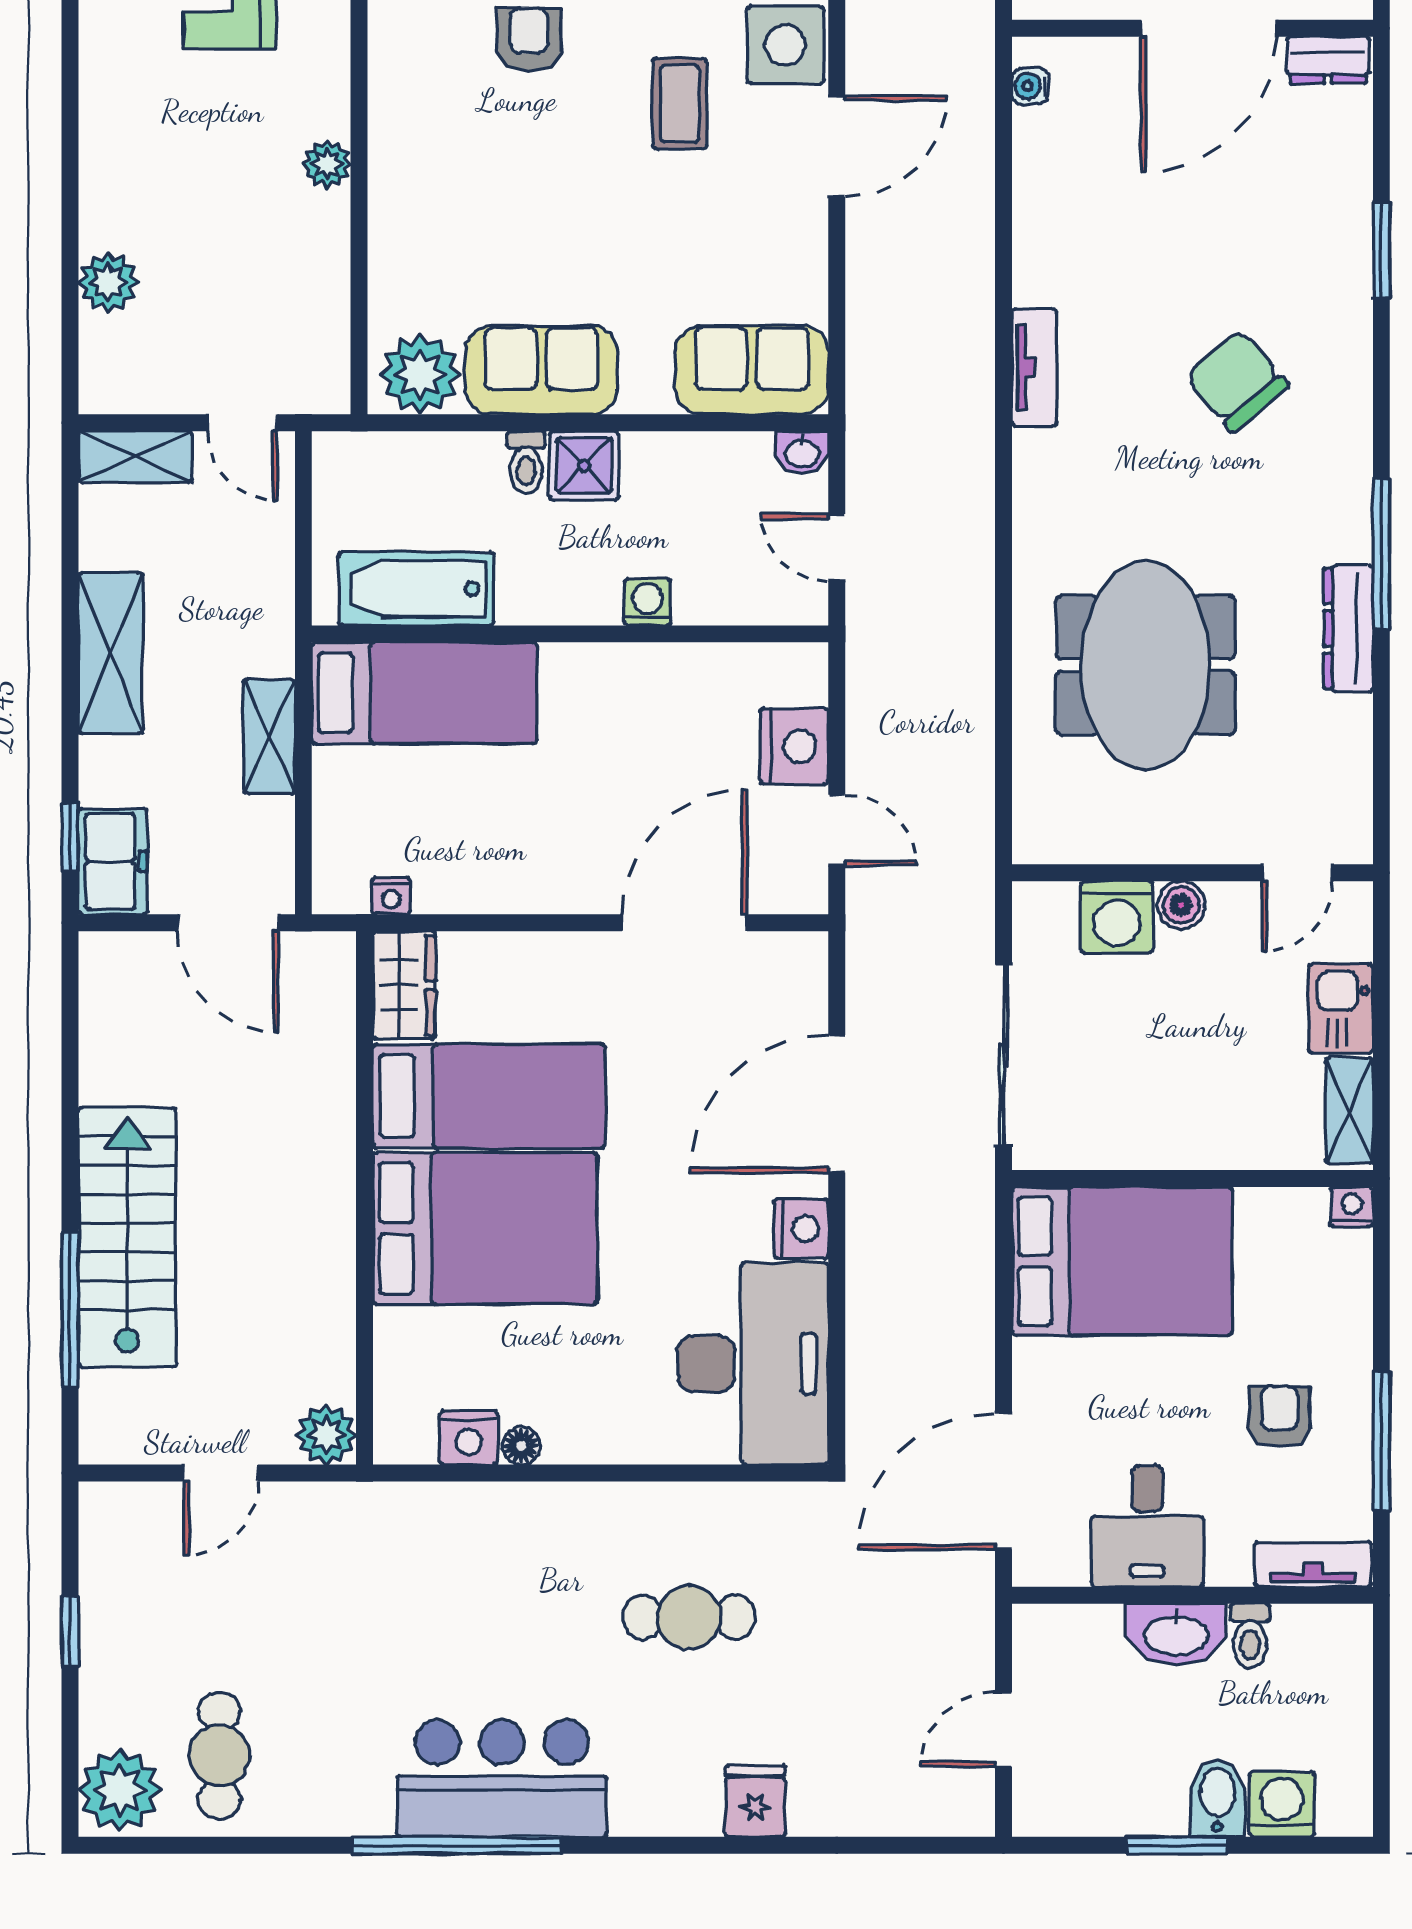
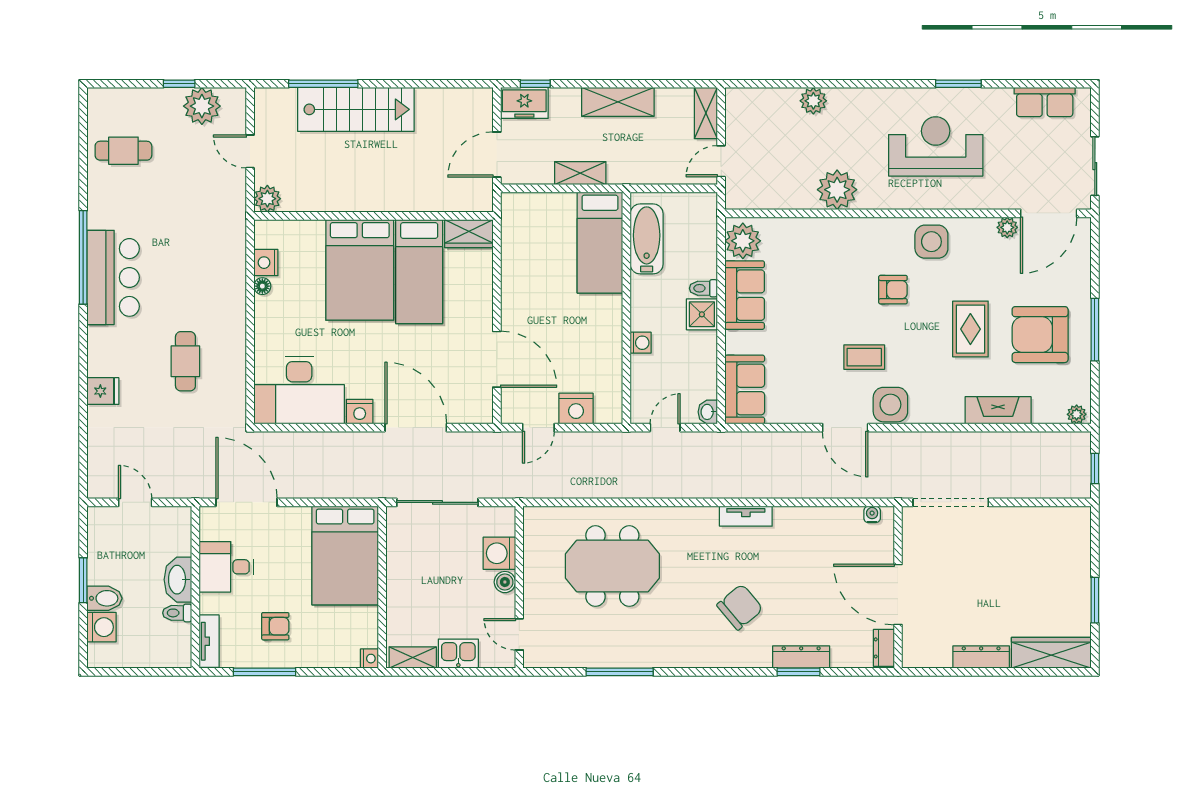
plant: (327, 164) -> (837, 190), width x1.87, depth x1.87
plant: (108, 282) -> (813, 101), moved
window: (1381, 554) -> (620, 672), moved
dresser: (1348, 628) -> (801, 657), moved
nightstand: (391, 896) -> (509, 228), removed
plant: (120, 1790) -> (202, 106), moved

